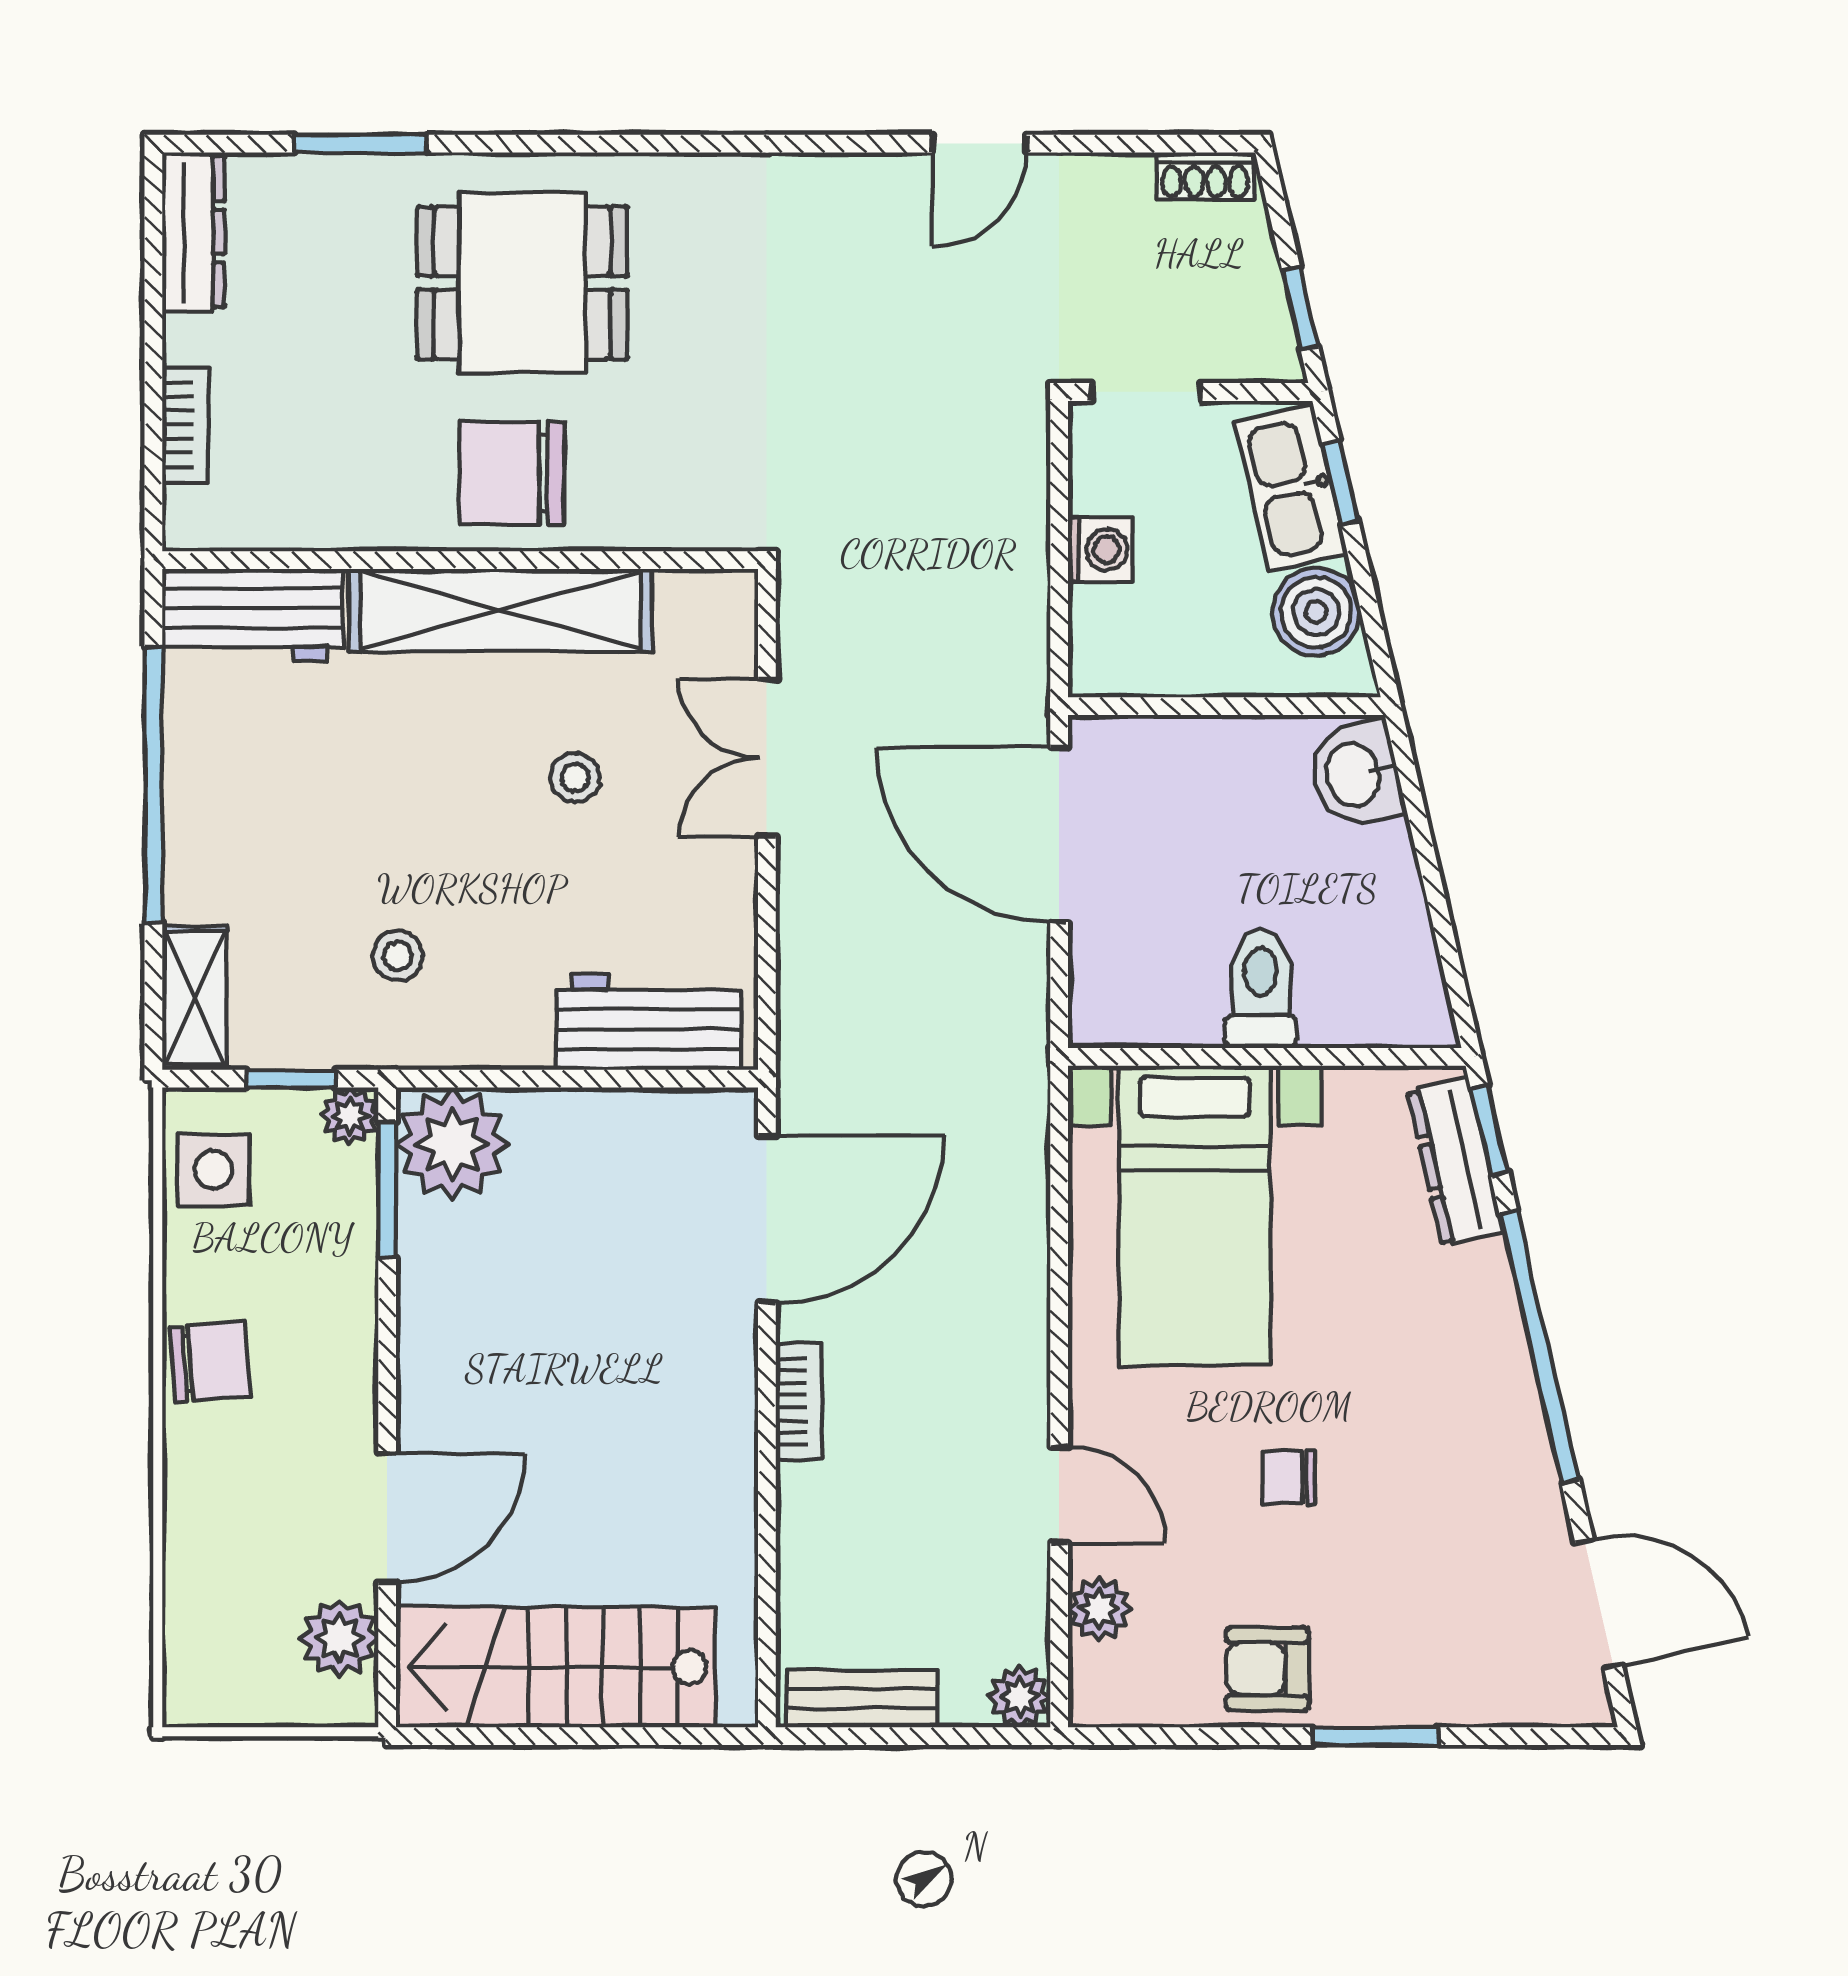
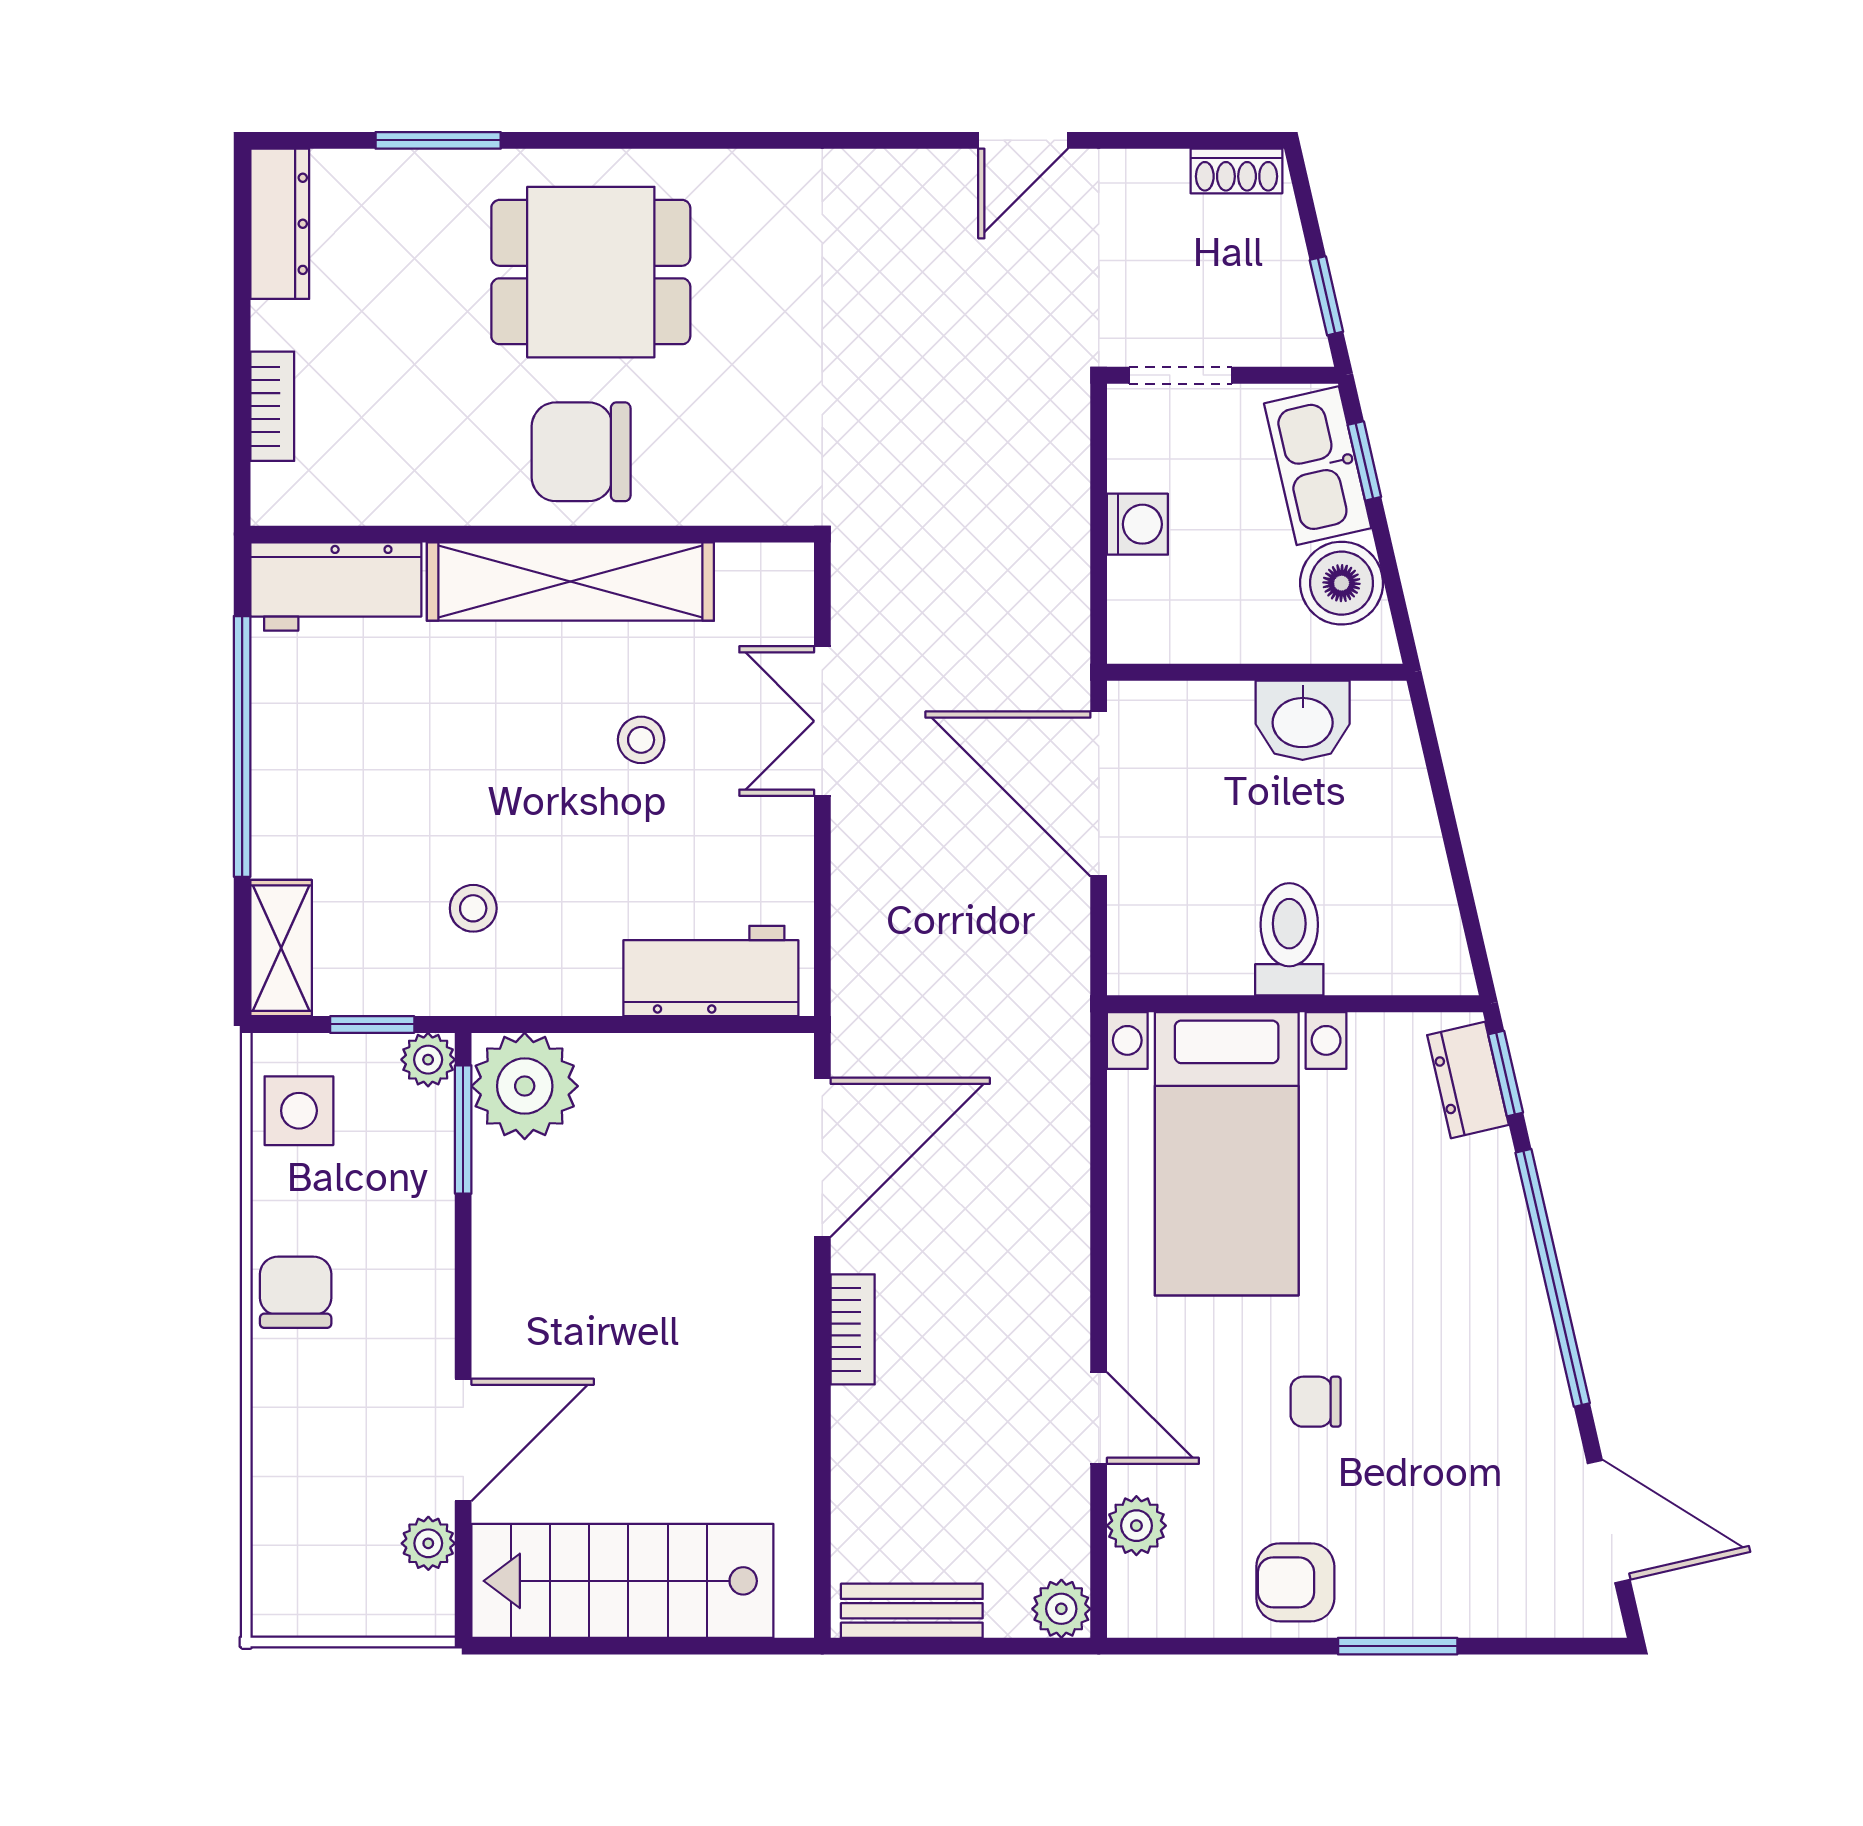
washbasin: (1355, 774) -> (1303, 720), moved, turned -77
dresser: (1455, 1161) -> (1468, 1080), width x0.70
chair: (210, 1362) -> (296, 1292), turned -85
plant: (340, 1638) -> (428, 1543), width x0.73, depth x0.73

